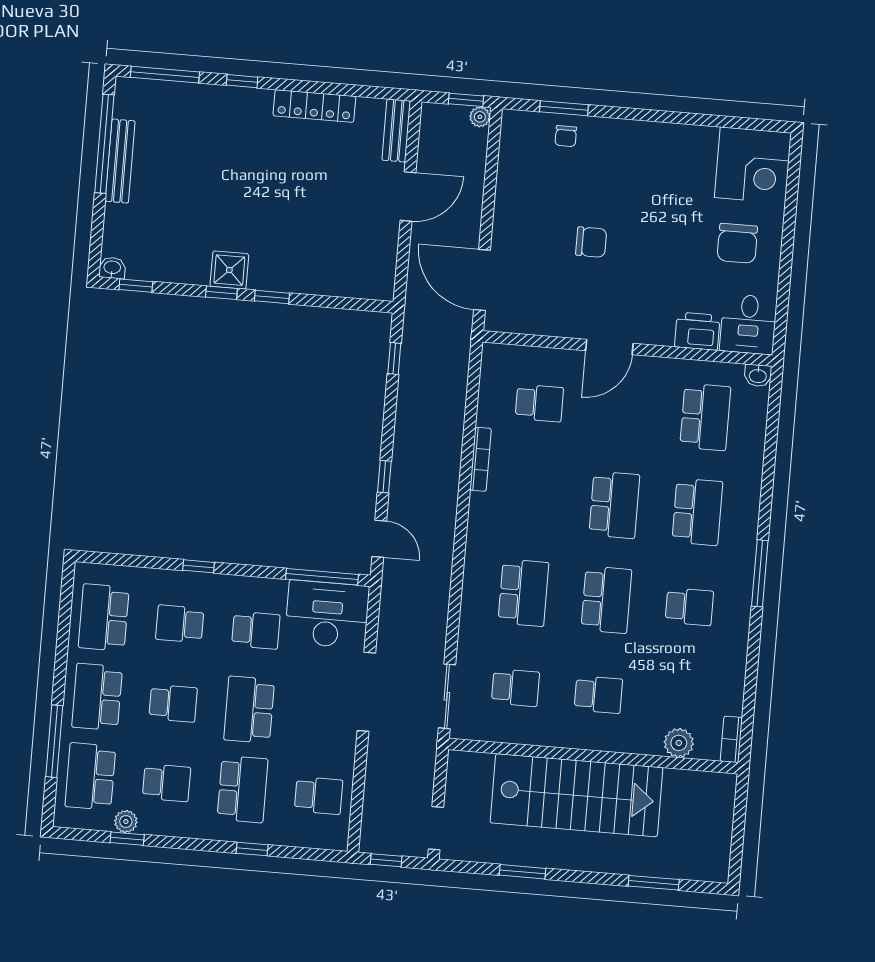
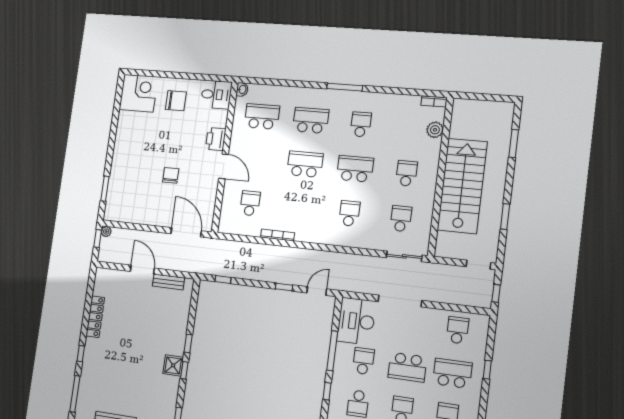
bench: (396, 130) -> (168, 282), moved
chair: (566, 136) -> (118, 188), removed
door: (482, 280) -> (186, 232), swing flipped
printer: (697, 331) -> (216, 139), moved
window: (322, 577) -> (332, 351), moved
school desk: (523, 593) -> (349, 213), width x0.54

